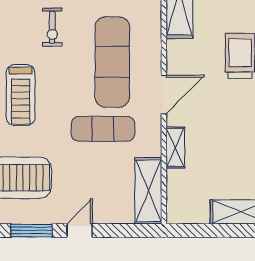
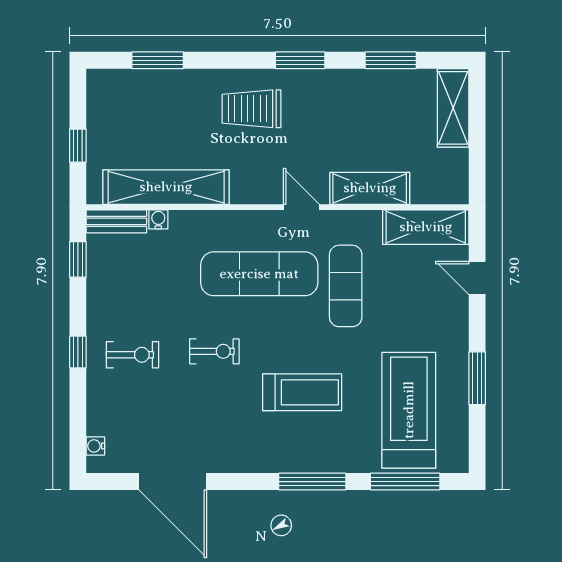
door: (164, 95) -> (301, 207), width x0.73
shelving: (175, 147) -> (370, 188), width x1.50, depth x1.33
door: (80, 231) -> (477, 278), moved

